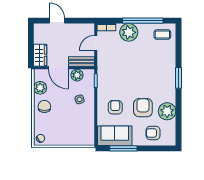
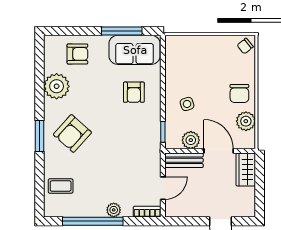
plant: (129, 32) -> (114, 210), width x0.53, depth x0.53
coffee table: (162, 34) -> (61, 186), moved
armchair: (143, 108) -> (72, 133), moved, turned 42

